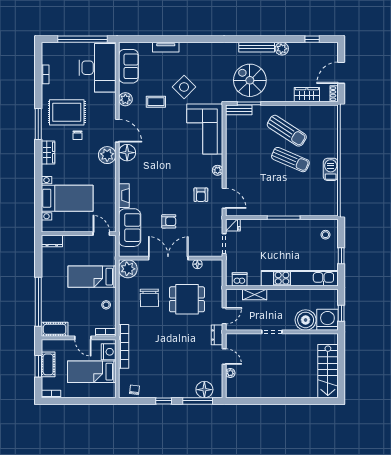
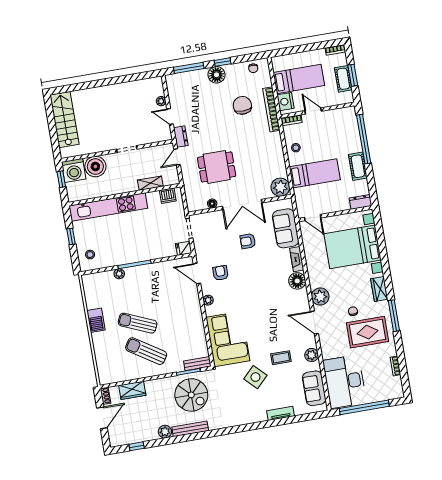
floor lamp: (127, 153) -> (297, 281), moved
bed with nightstands: (67, 198) -> (353, 247), width x1.36
plant: (300, 211) -> (119, 274), added
chair: (149, 298) -> (242, 105), moved
cot: (55, 329) -> (358, 166), moved, turned 90
floor lamp: (204, 390) -> (216, 75), moved

